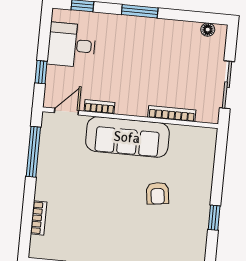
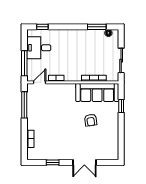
window: (140, 11) -> (97, 27), moved
window: (41, 72) -> (24, 63), width x2.17
sofa: (127, 137) -> (97, 93), moved
window: (214, 218) -> (121, 106), moved

